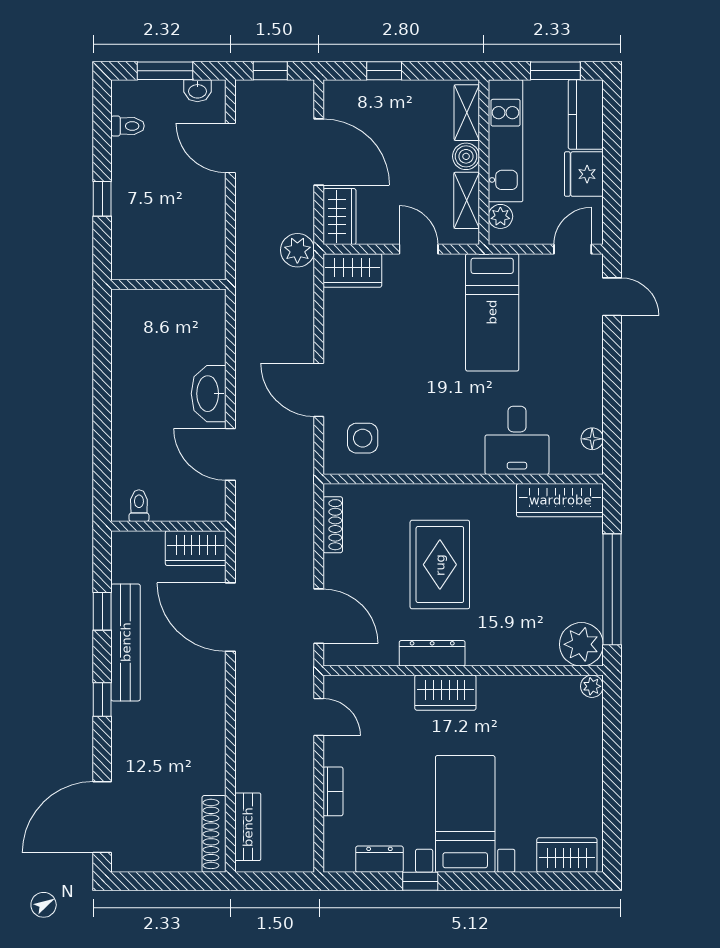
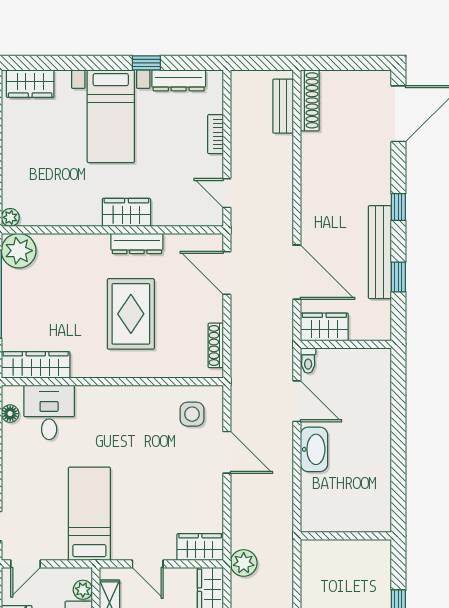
desk: (517, 440) -> (49, 412), moved
toilet: (139, 506) -> (308, 361), moved
dresser: (379, 859) -> (179, 80), width x1.44

